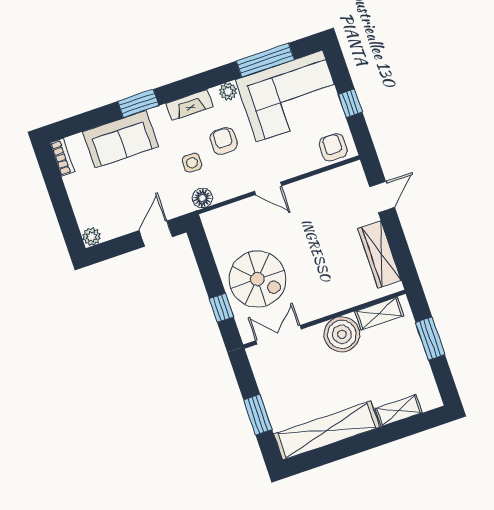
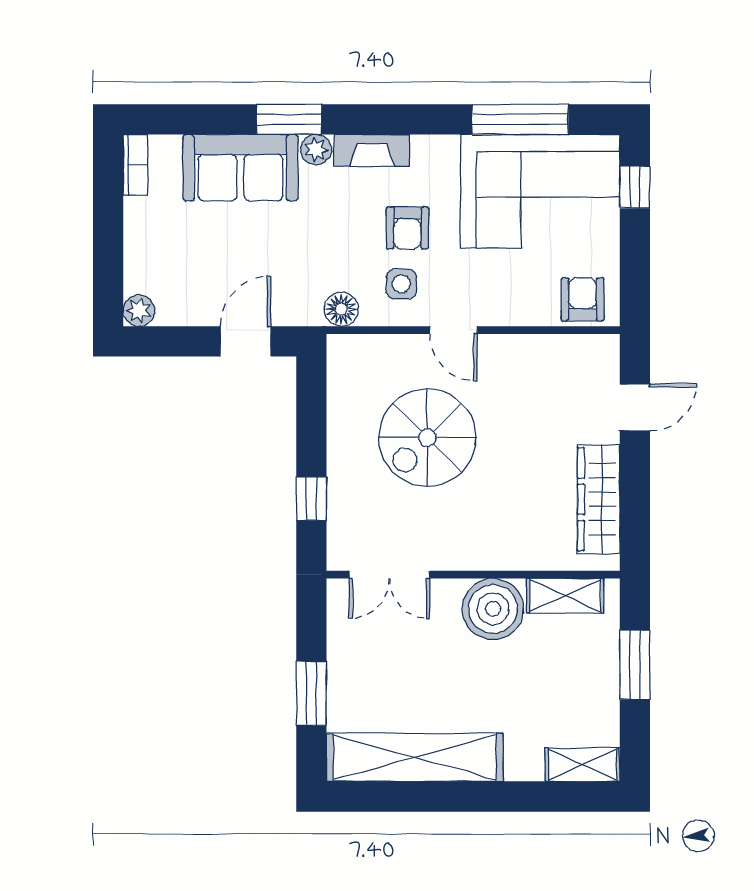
plant: (228, 91) -> (316, 150), moved
window: (350, 103) -> (635, 187), moved
armchair: (224, 141) -> (407, 228), turned 180
side table: (192, 163) -> (401, 284), moved
spiral stairs: (257, 279) -> (427, 438), moved, turned 90
double door: (279, 335) -> (389, 575), swing flipped
shelving: (399, 411) -> (583, 765), moved

